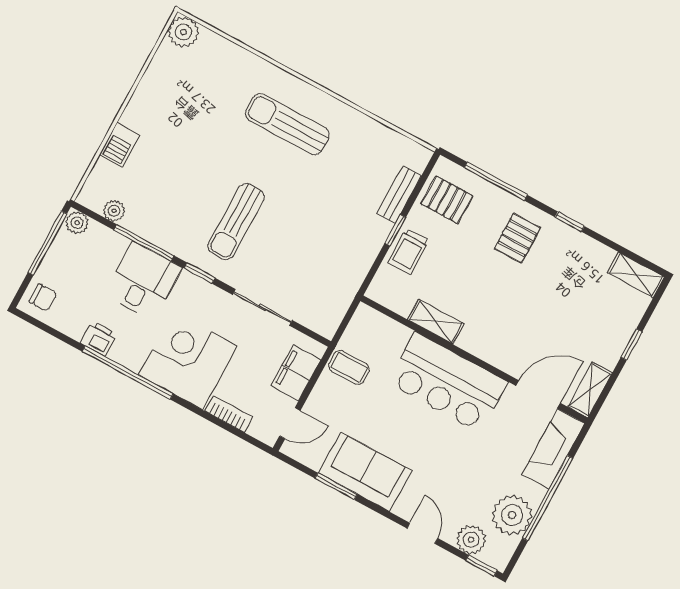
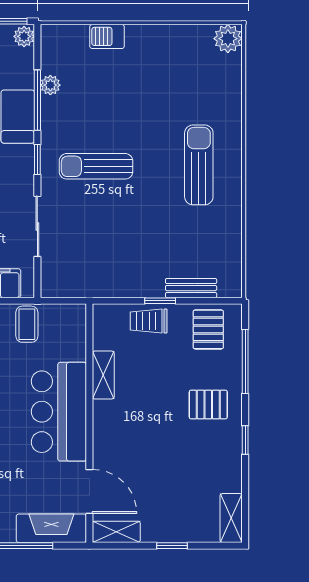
plant: (114, 211) -> (50, 85), moved

